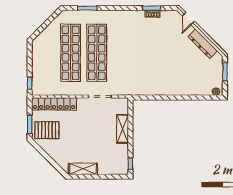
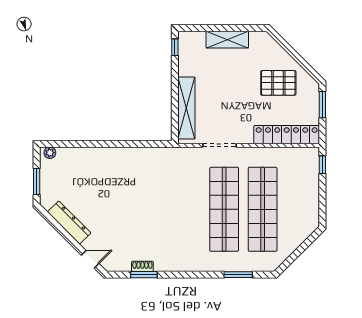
door: (188, 19) -> (90, 259), hinge flipped
shelving: (123, 129) -> (186, 108), width x1.47
pallet: (47, 130) -> (278, 83), moved
shelving: (83, 169) -> (227, 40), moved

